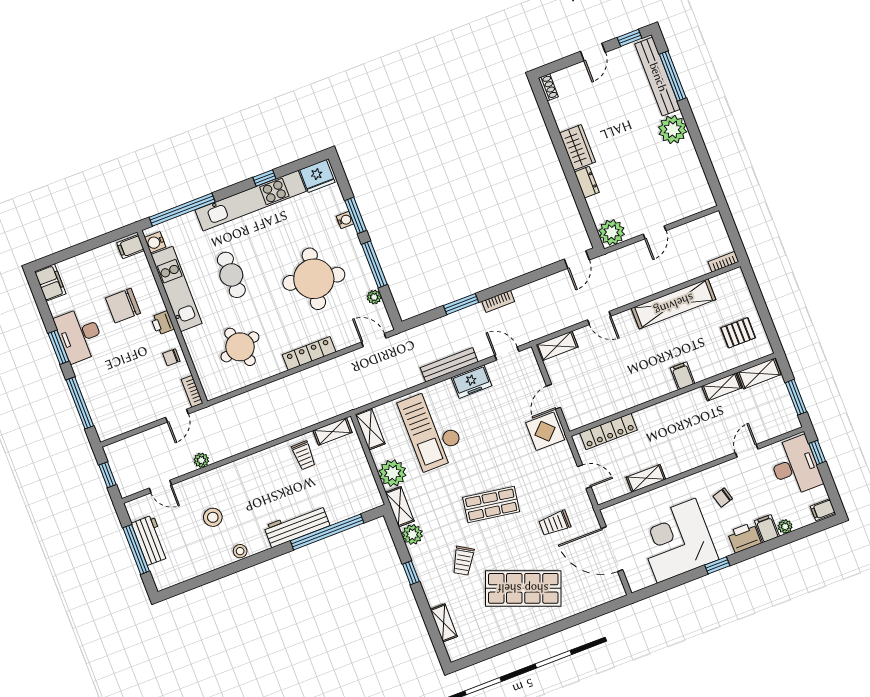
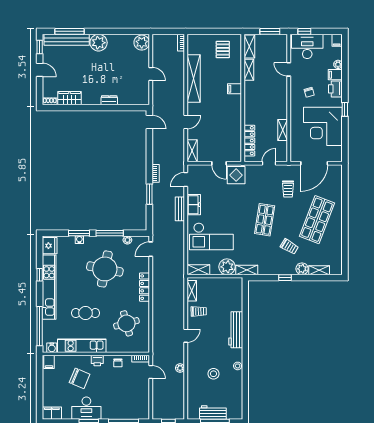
wardrobe: (577, 147) -> (70, 98), moved
plant: (612, 232) -> (142, 43), moved
chair: (123, 306) -> (80, 378), turned -67
bench: (449, 365) -> (180, 209), width x0.73
door: (160, 486) -> (186, 336), moved
window: (327, 532) -> (245, 315), removed
plant: (412, 534) -> (302, 269), moved

